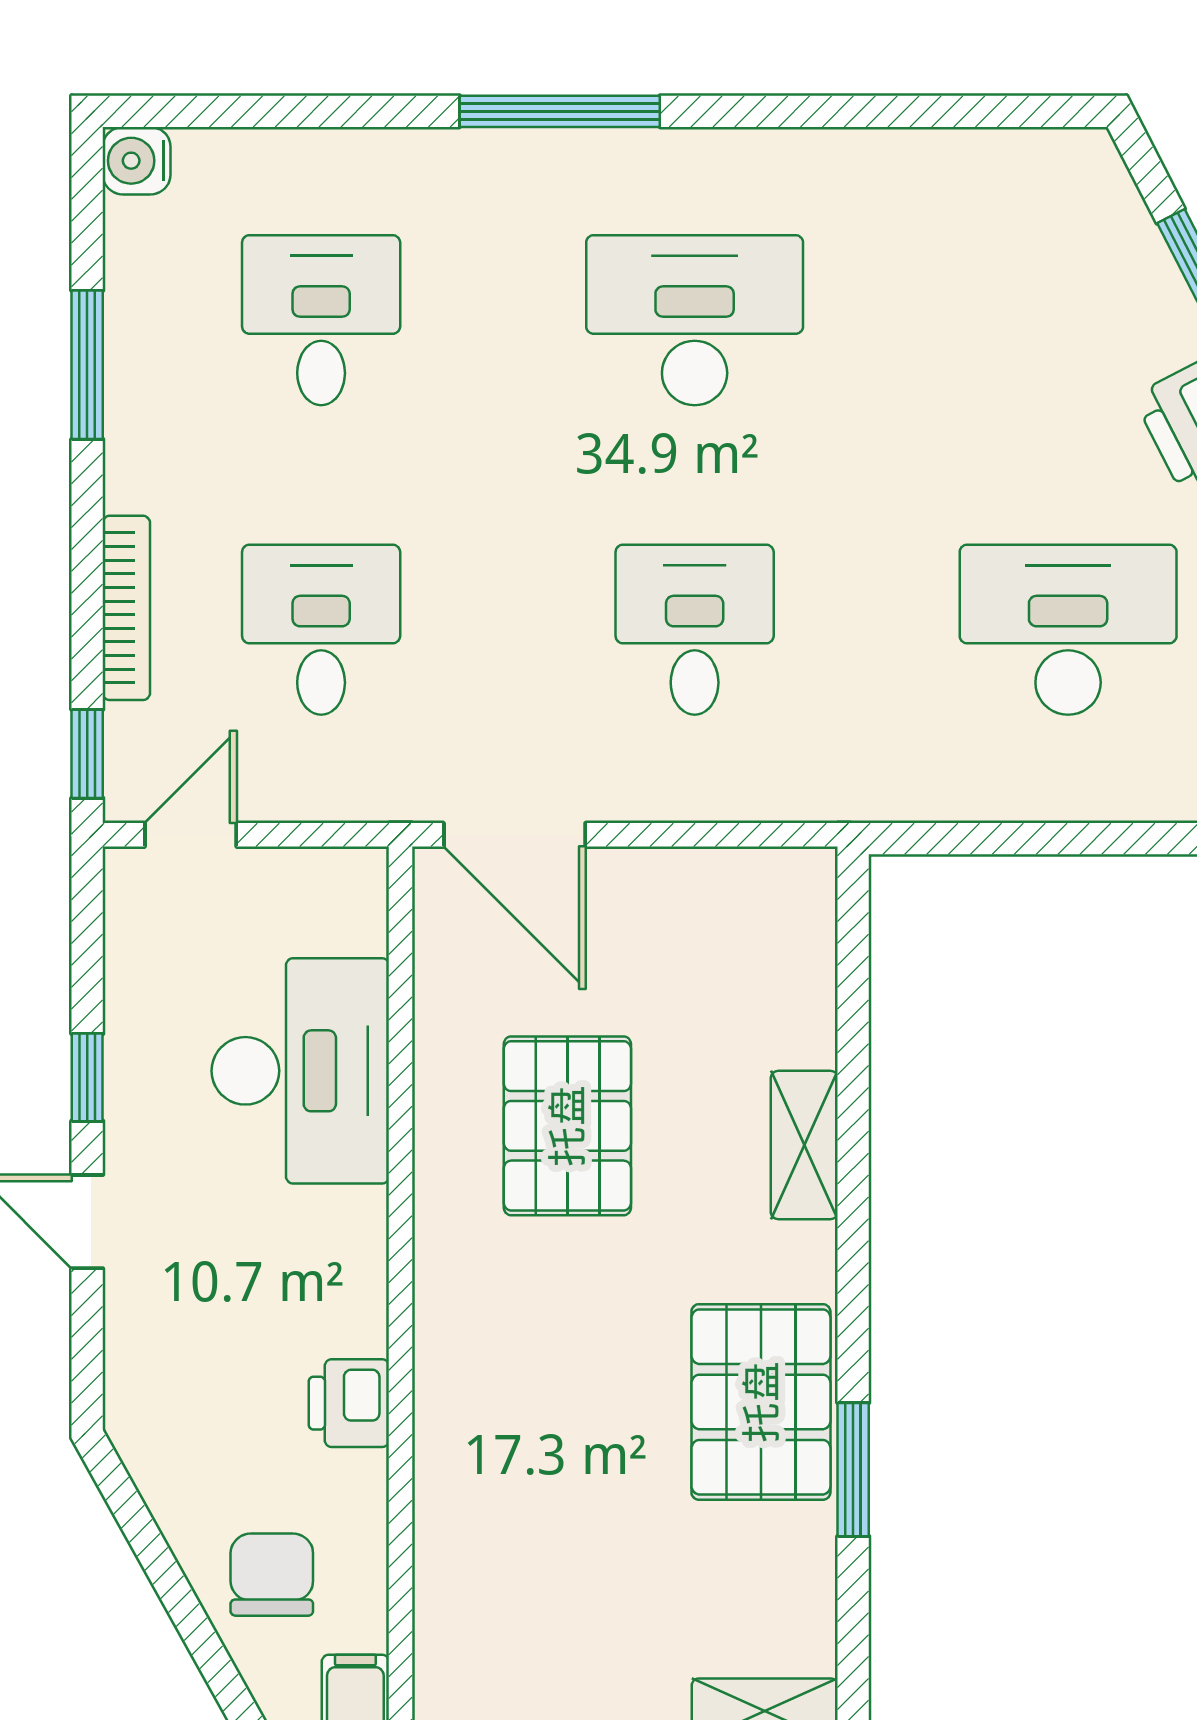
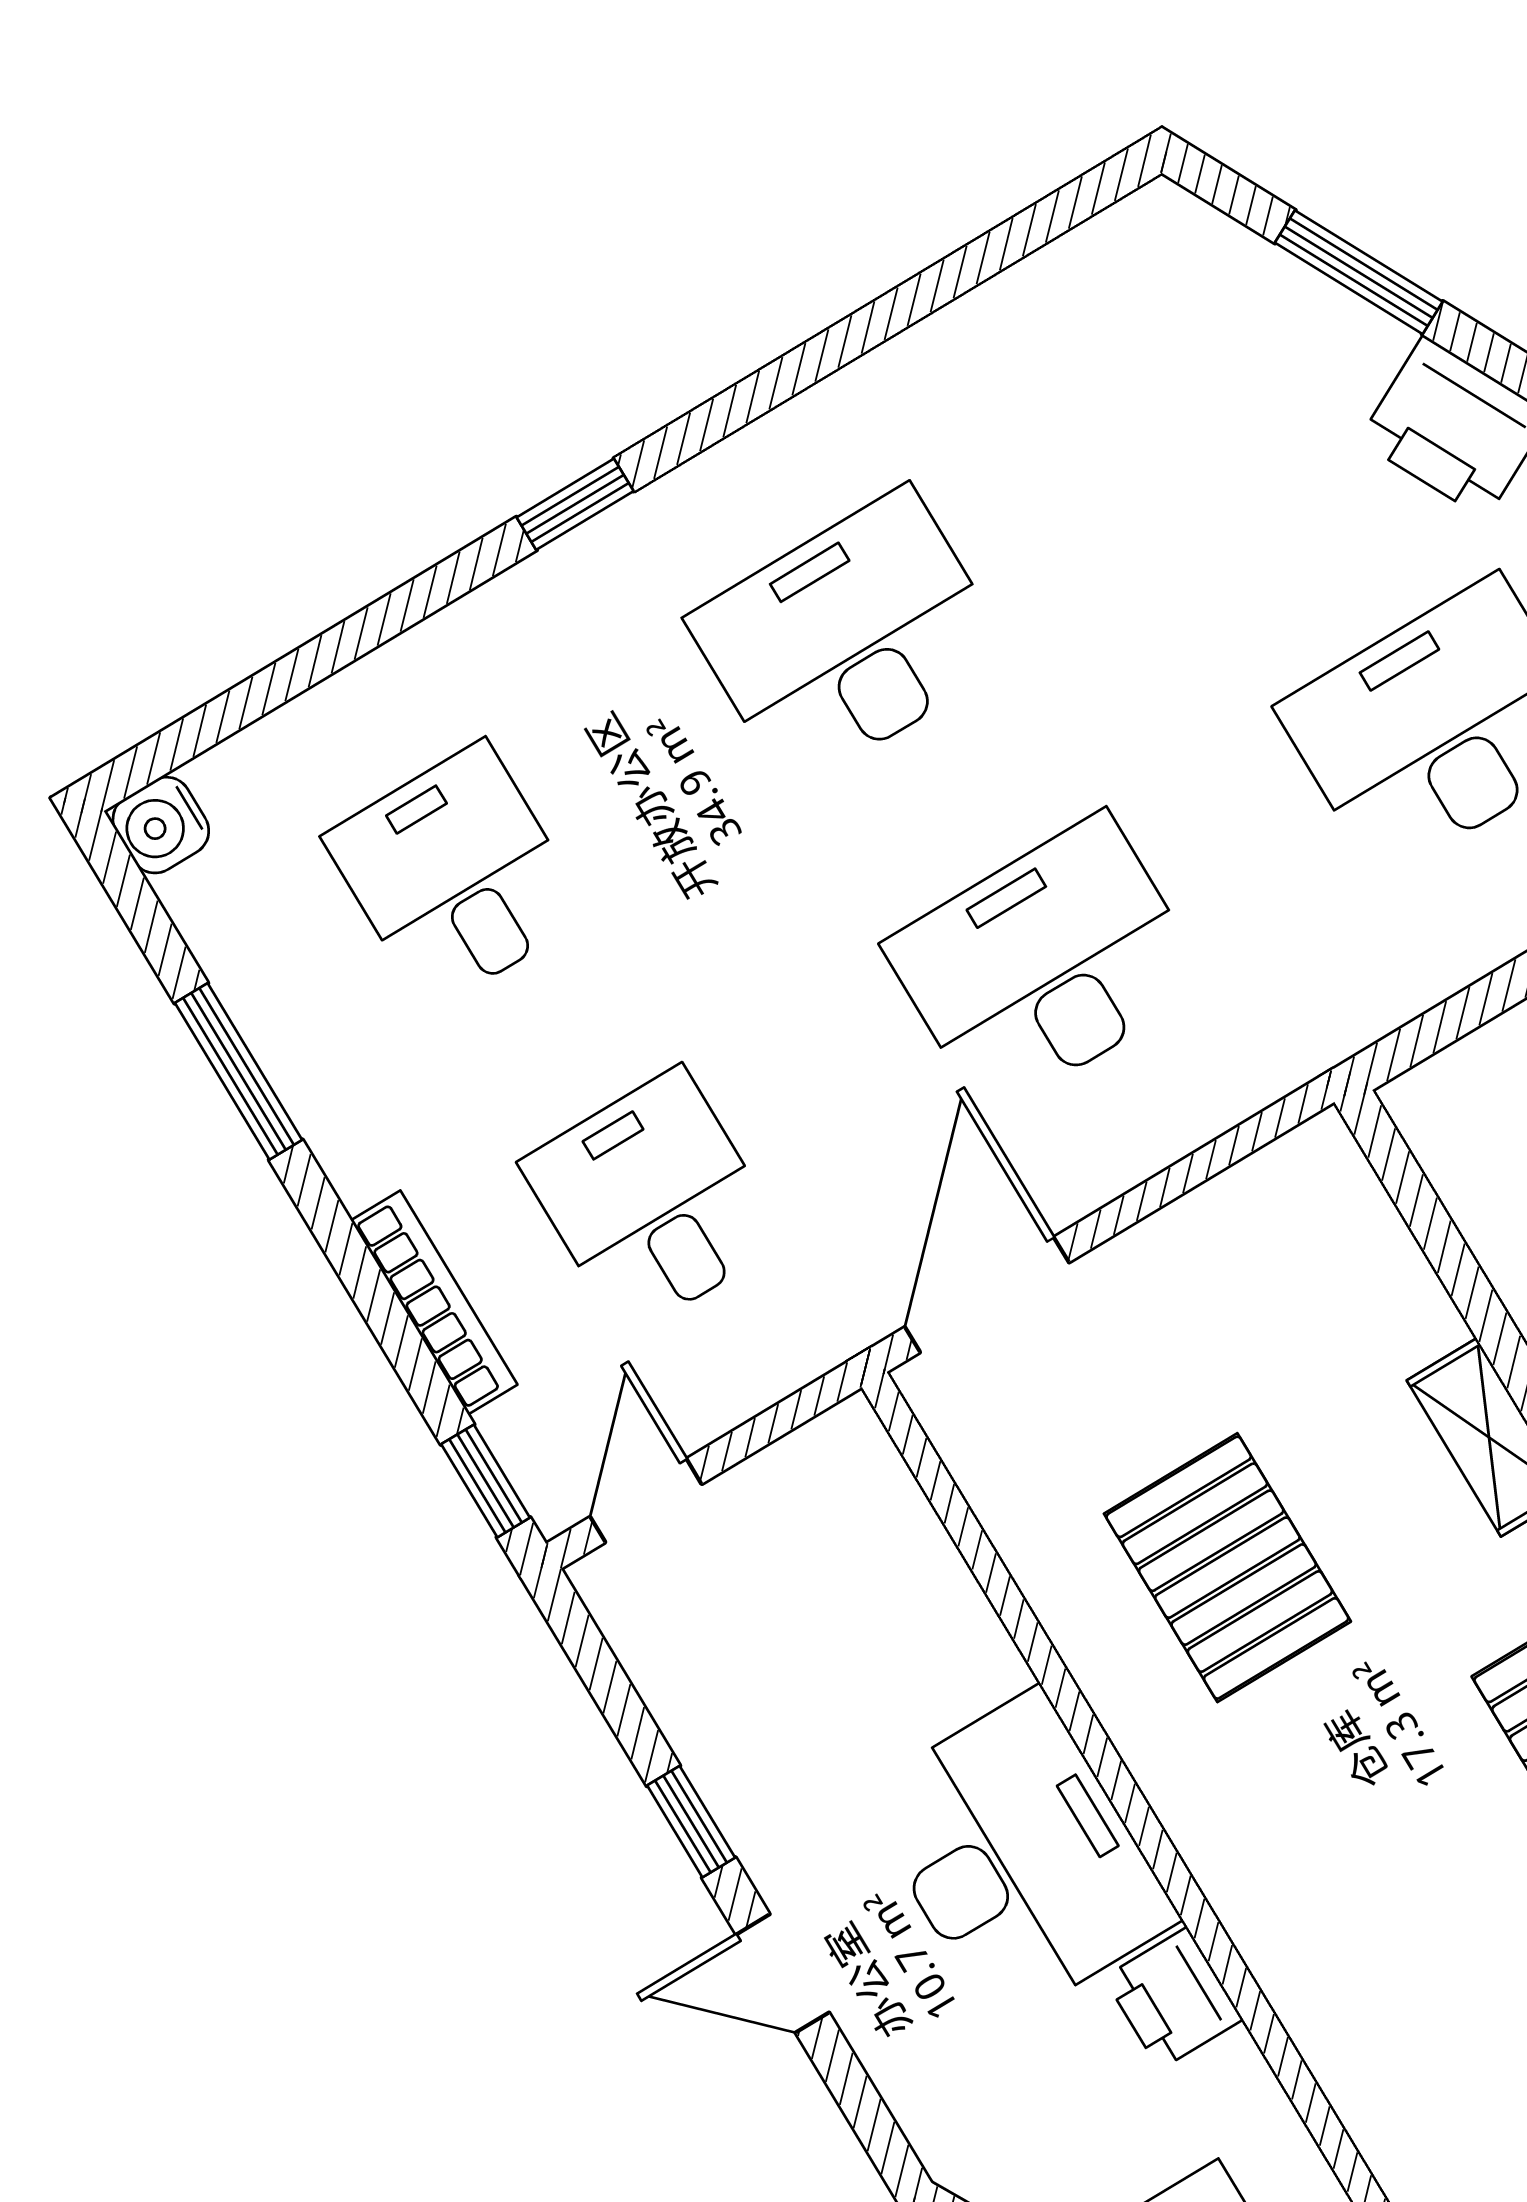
window: (560, 111) -> (575, 504), width x0.46
desk: (695, 630) -> (1046, 965), width x1.37
door: (515, 835) -> (987, 1295), swing flipped
desk: (300, 1071) -> (1019, 1857), moved

